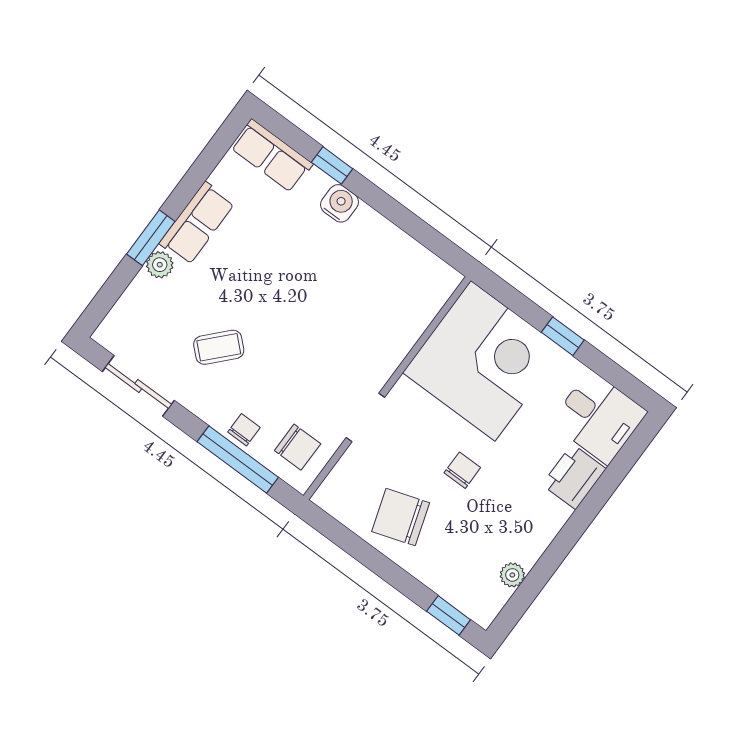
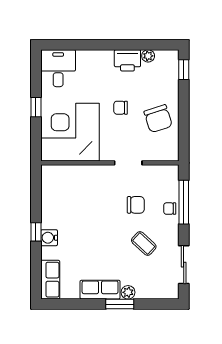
window: (332, 165) -> (36, 232), moved
chair: (298, 447) -> (136, 205), moved, turned 90
printer: (574, 477) -> (127, 60), moved

